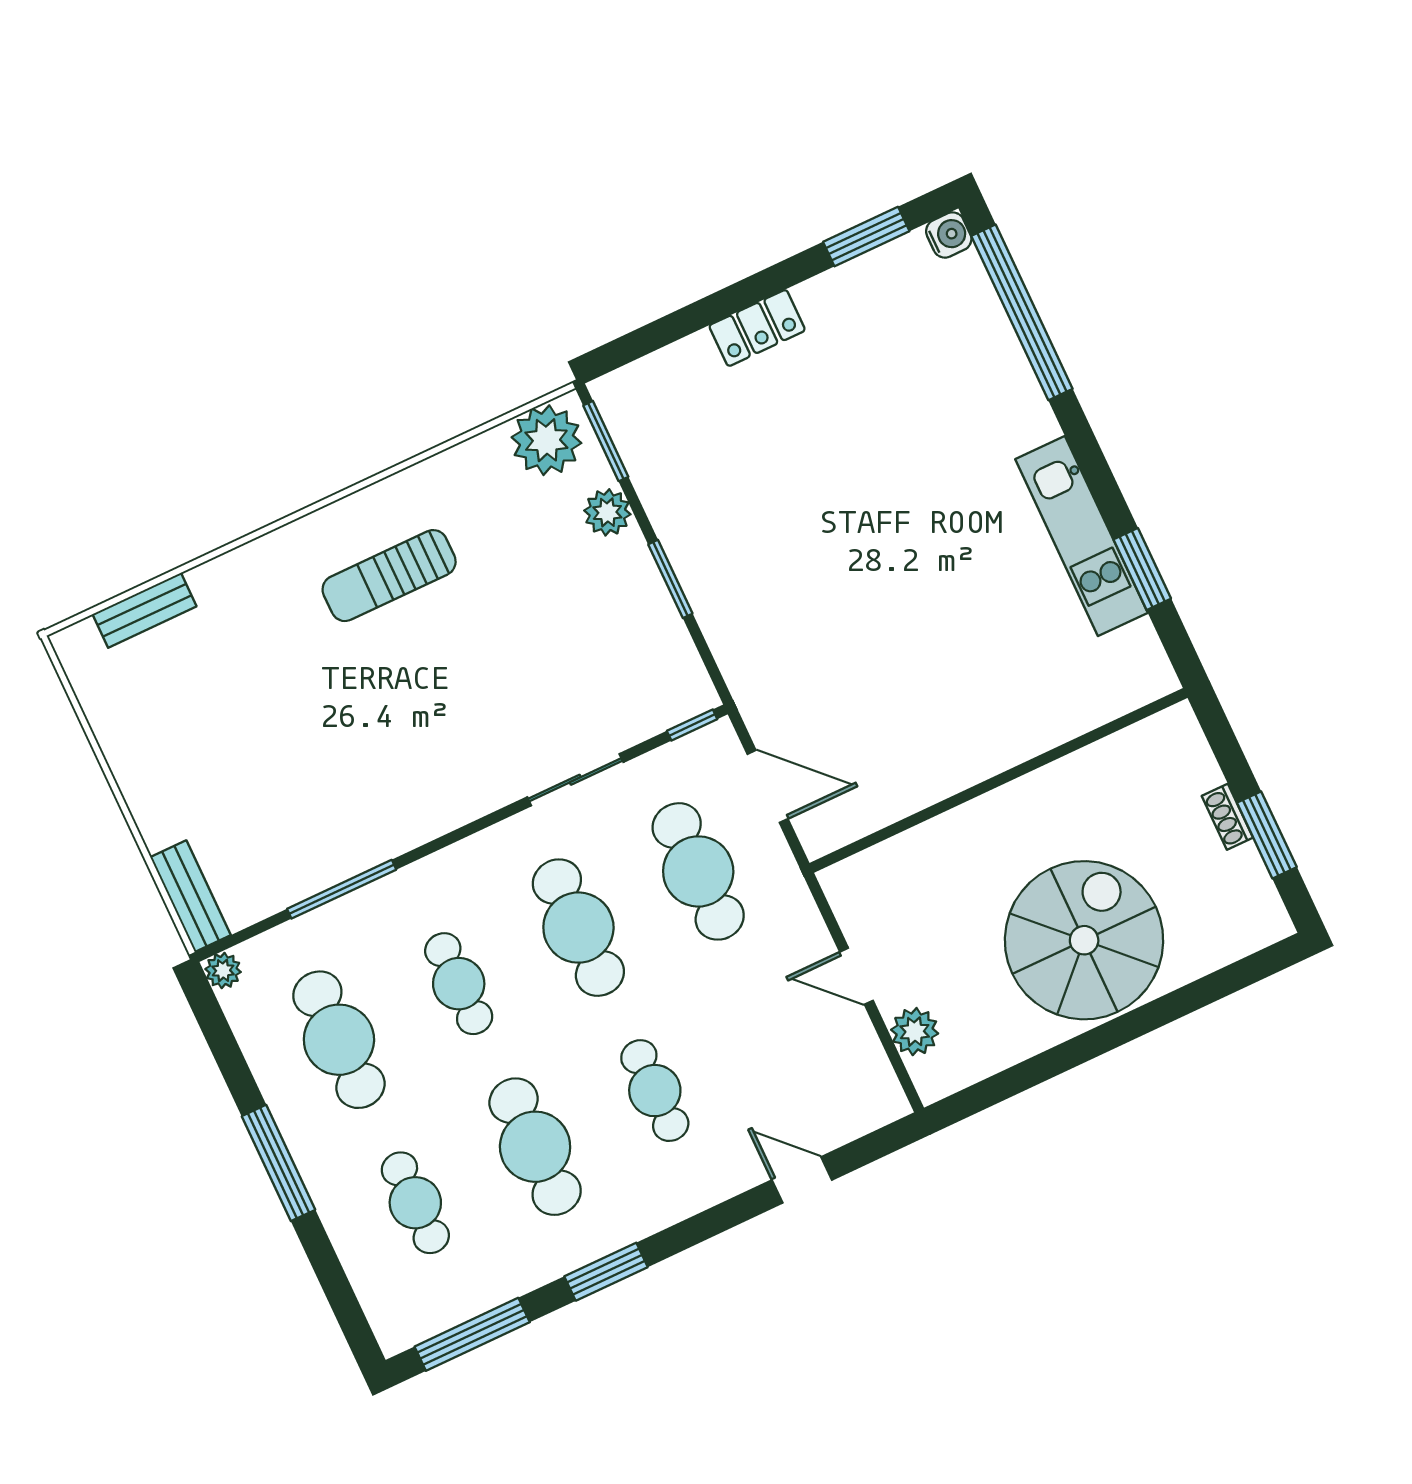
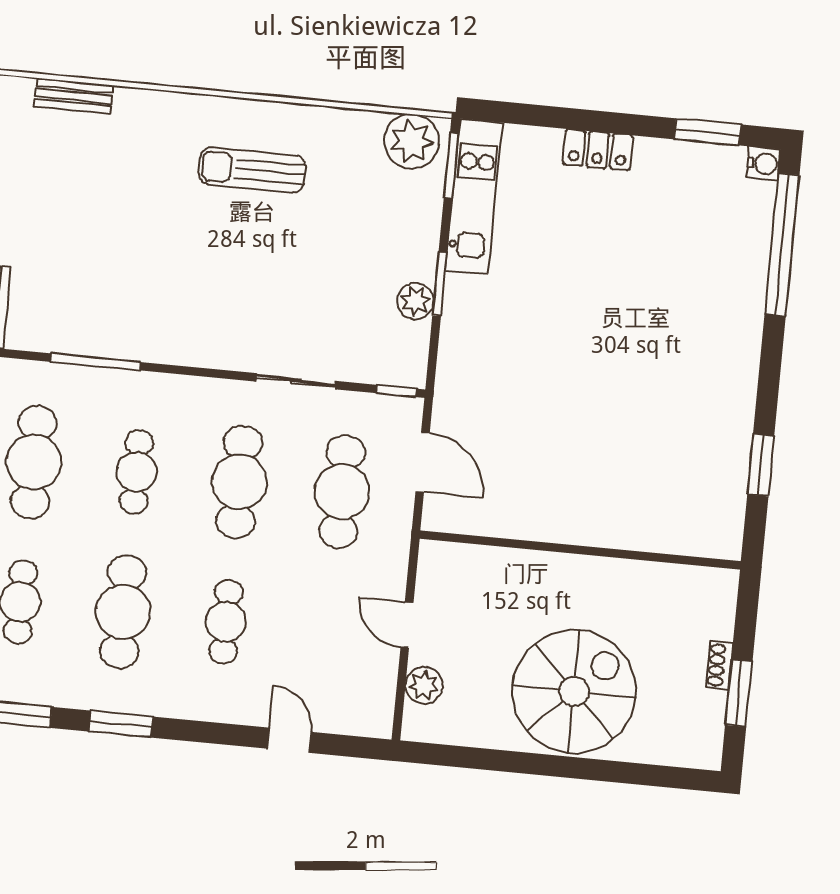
plant: (607, 512) -> (415, 301), moved
kitchen unit: (1081, 536) -> (474, 197), moved, turned 180

